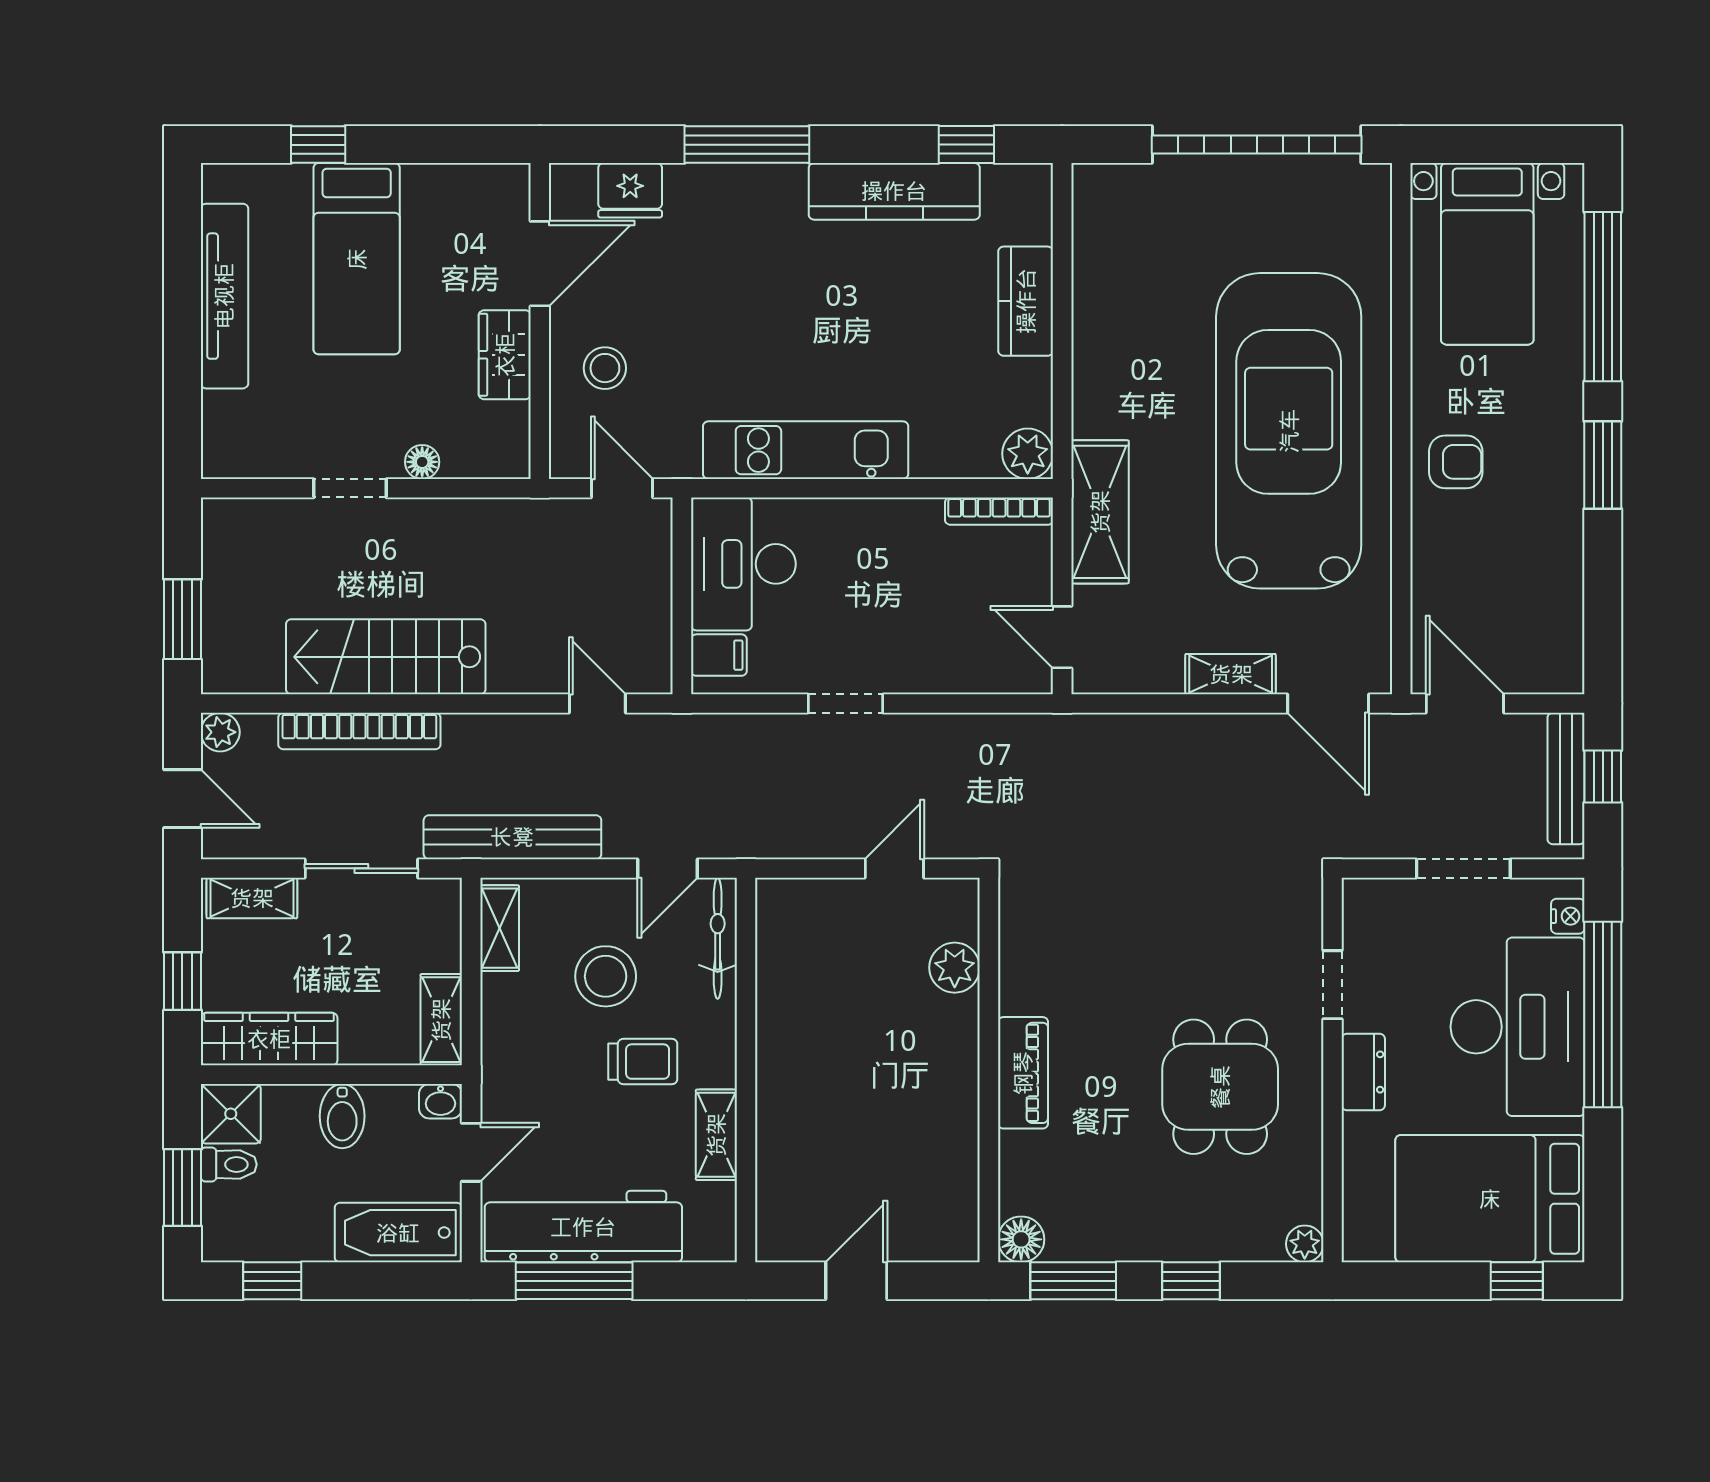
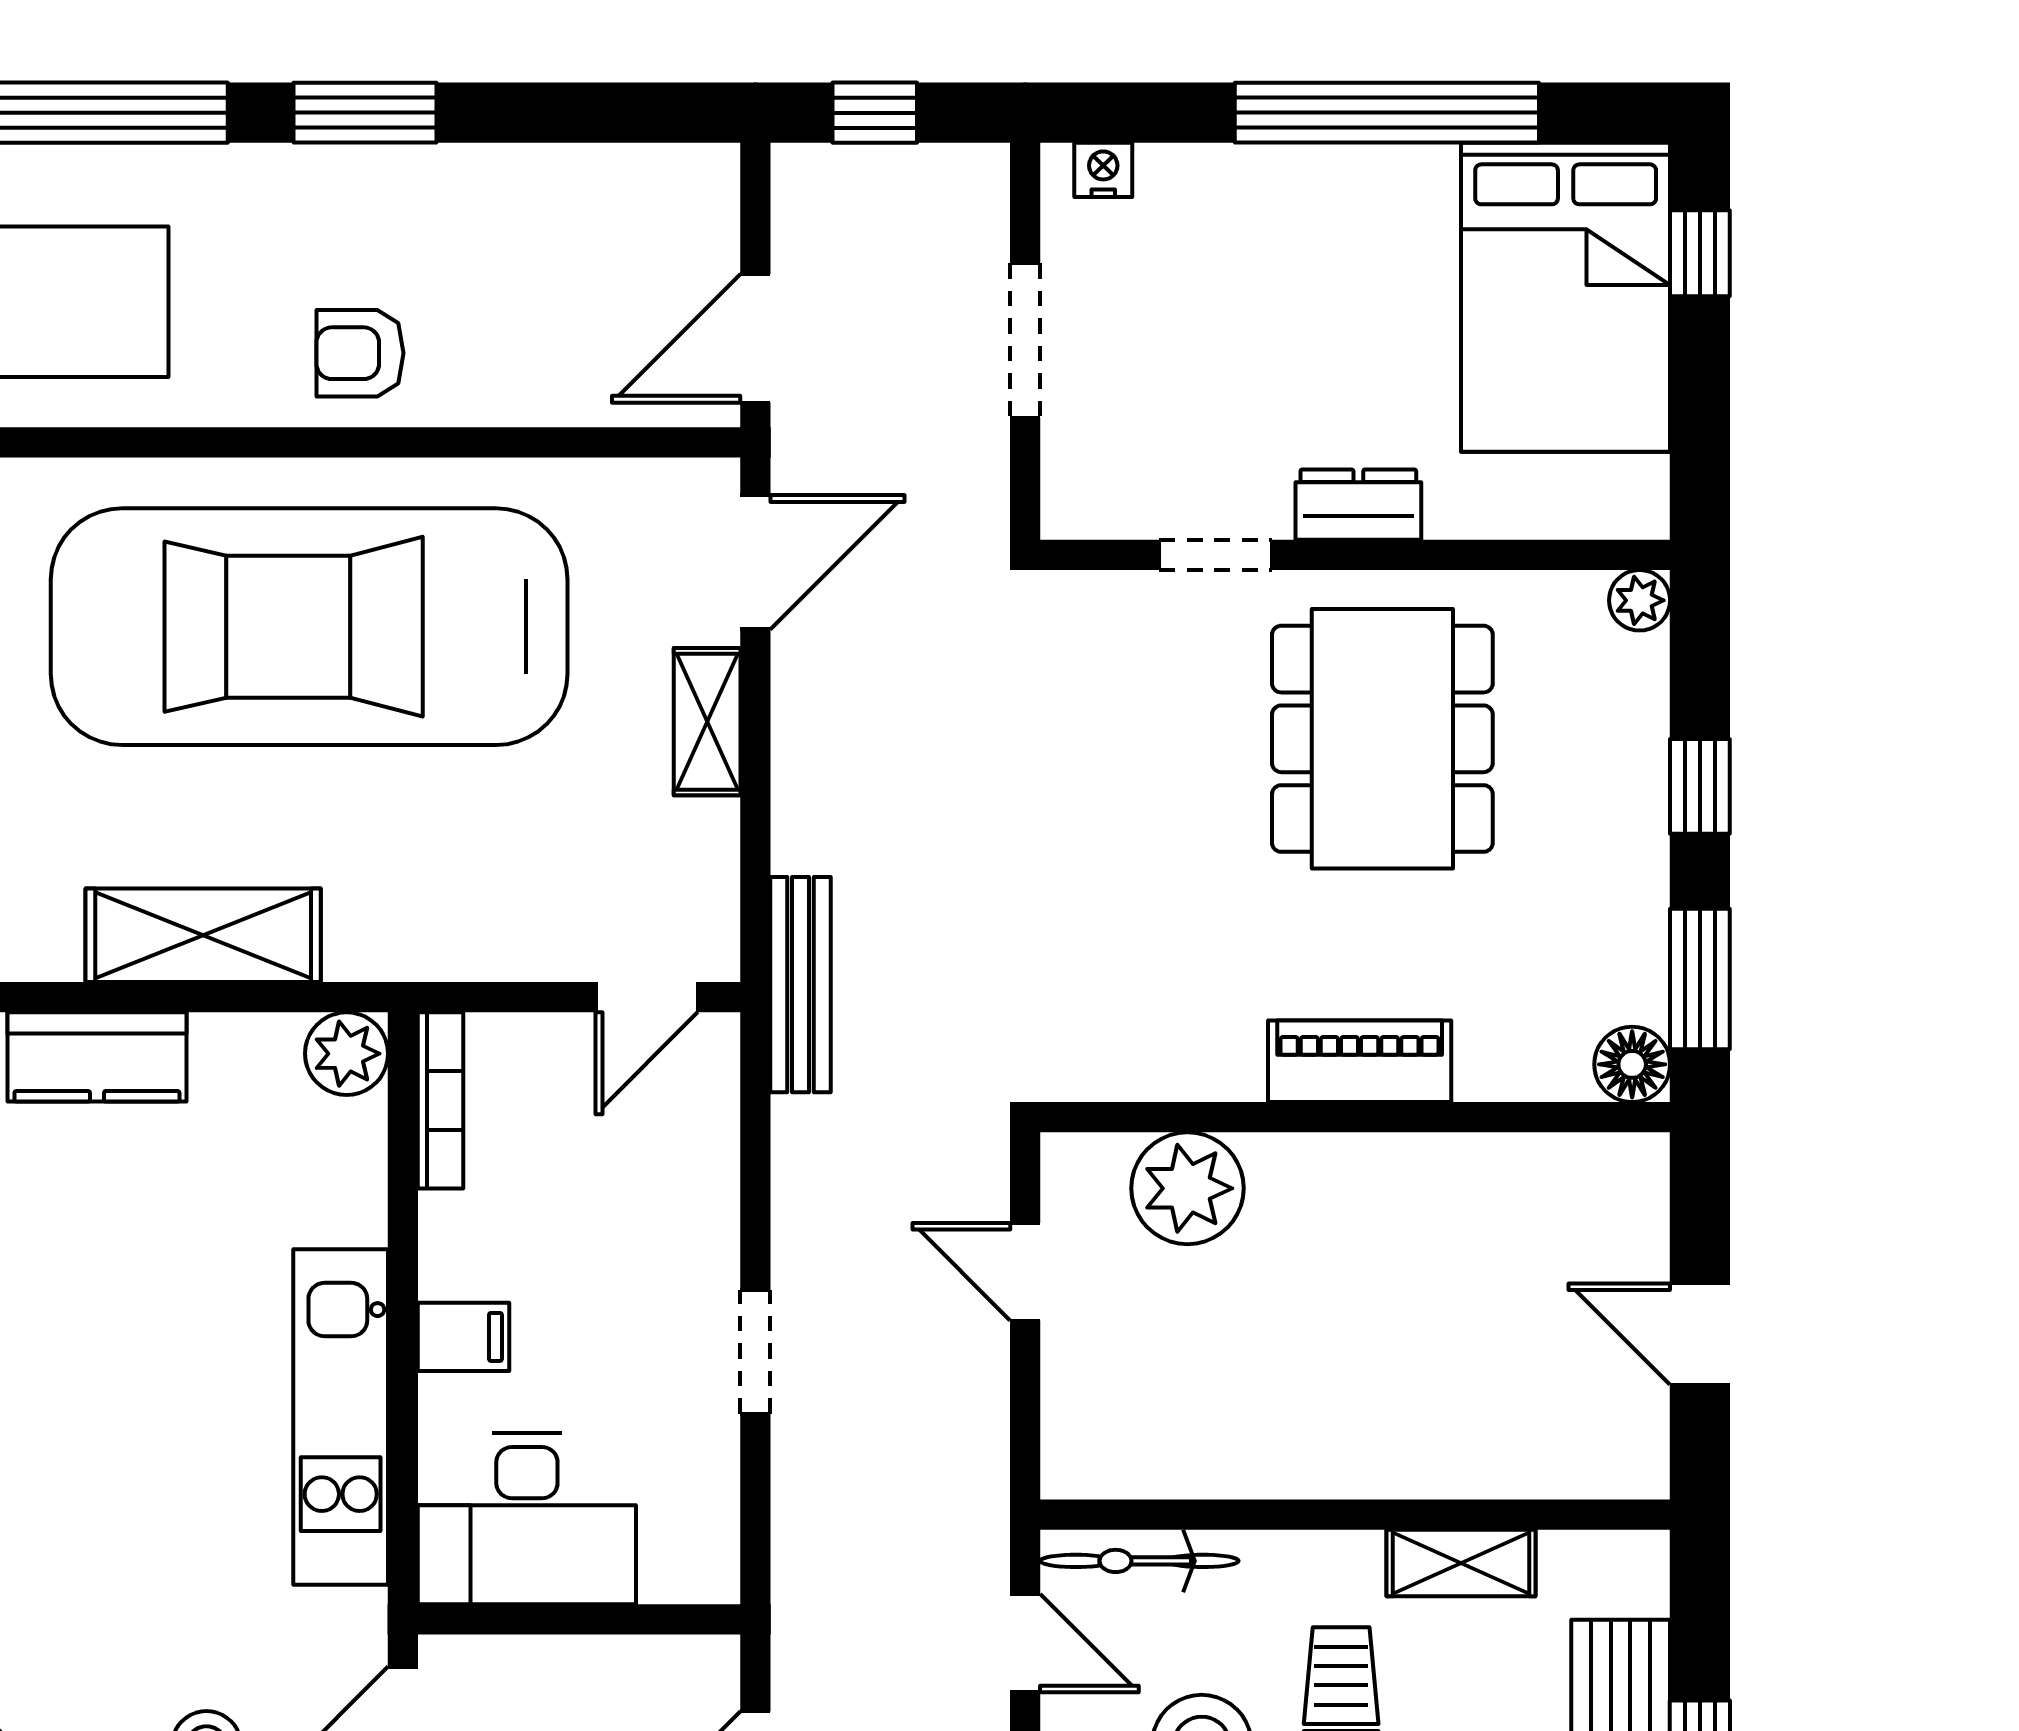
armchair: (1456, 462) -> (360, 353), turned -90
shelving: (1100, 512) -> (203, 935), moved
filing cabinet: (719, 655) -> (464, 1337), moved, turned 90
bench: (1566, 779) -> (801, 985), moved, turned 90
plant: (955, 968) -> (1187, 1188), width x1.36, depth x1.36
window: (1603, 1015) -> (1387, 113), moved
desk: (1518, 1027) -> (1284, 252), removed
dining table: (1220, 1087) -> (1382, 739), width x1.38

